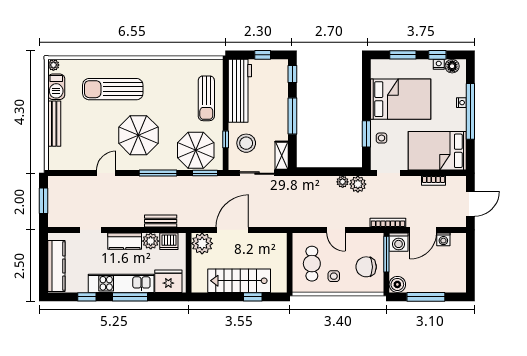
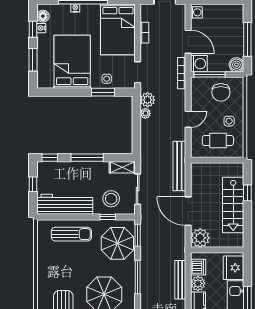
bench: (283, 220) -> (179, 166), added
bench: (161, 221) -> (180, 280), width x1.36
washing machine: (443, 239) -> (196, 12), moved

